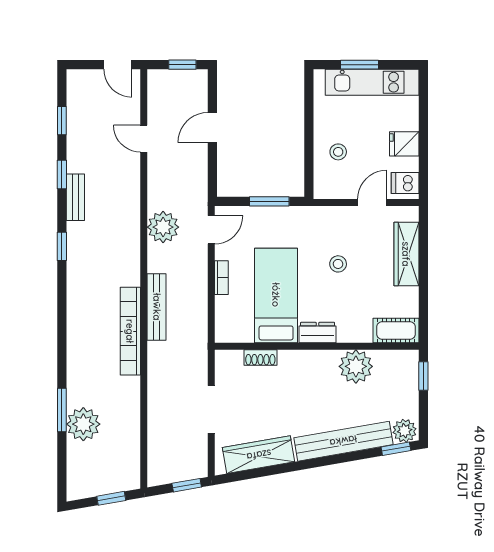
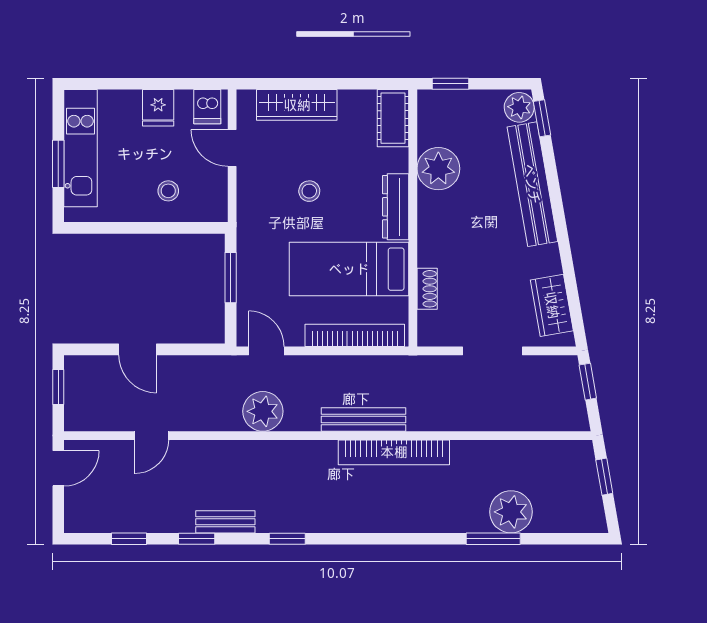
bookcase: (221, 278) -> (355, 335), width x2.31, depth x1.31
dresser: (318, 333) -> (396, 207), width x1.44
wardrobe: (259, 455) -> (552, 305), width x0.67

